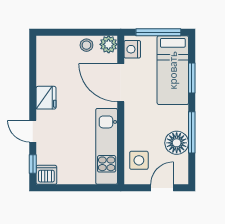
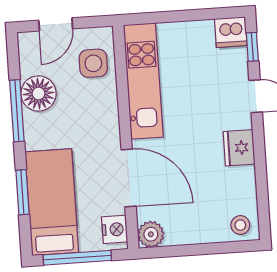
stool: (86, 45) -> (240, 225), moved

